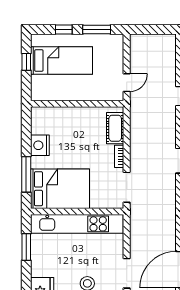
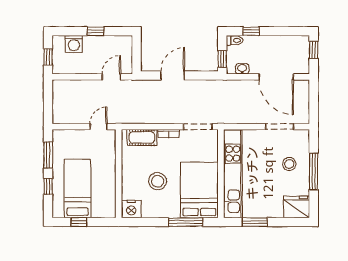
door: (127, 83) -> (99, 127), hinge flipped
nightstand: (40, 145) -> (131, 209), moved
stool: (69, 145) -> (158, 181), added

